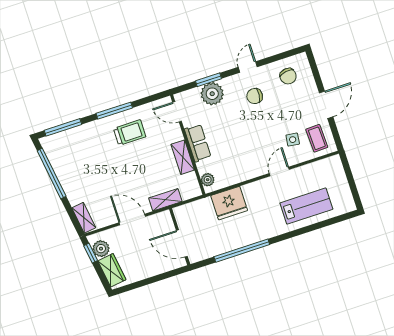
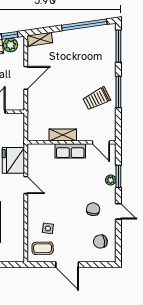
plant: (212, 94) -> (111, 180), width x0.53, depth x0.53
door: (177, 112) -> (101, 142), swing flipped
trolley: (130, 133) -> (97, 99), turned 63
door: (279, 171) -> (26, 185), moved
plant: (208, 180) -> (38, 149), removed
shelving: (165, 200) -> (33, 110), removed

